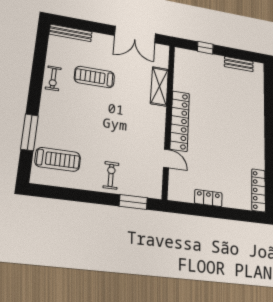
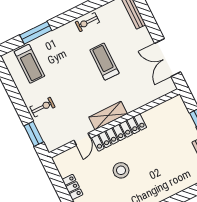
treadmill: (94, 77) -> (104, 62), moved
shelving: (159, 86) -> (108, 116), moved
stool: (217, 143) -> (121, 170), added

